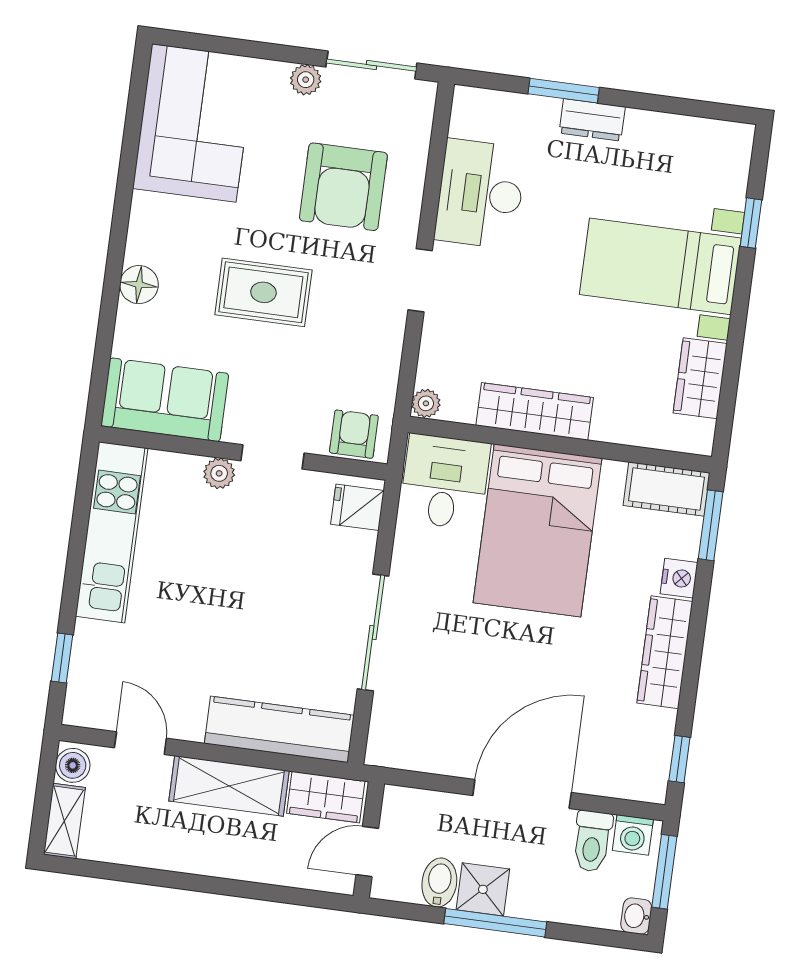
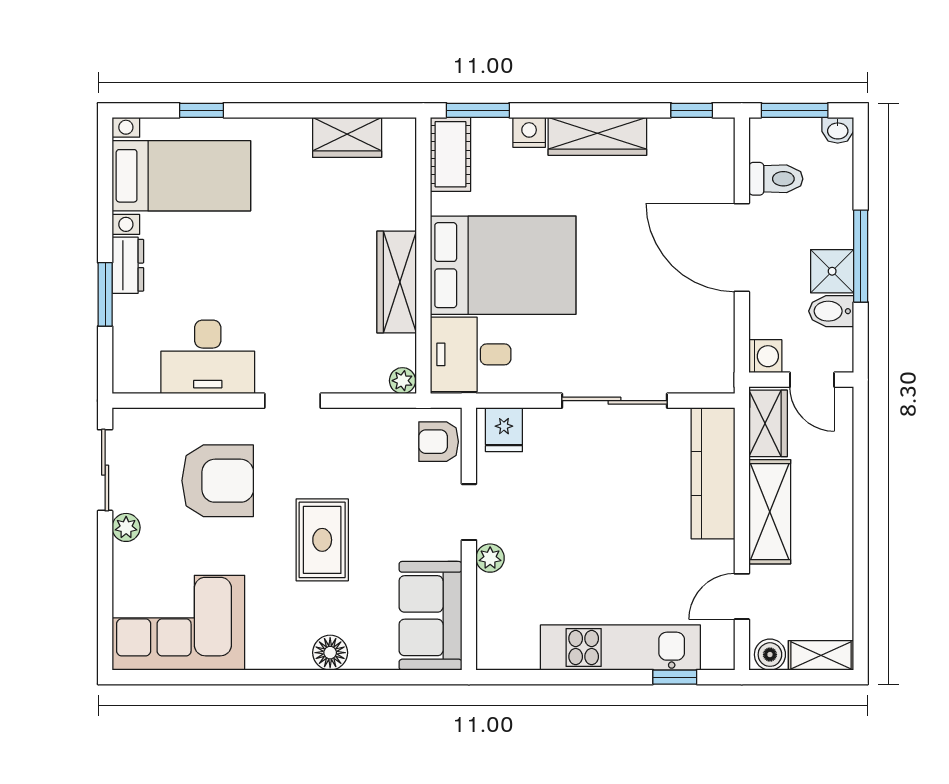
bed with nightstands: (660, 266) -> (181, 176), moved, turned -90
kitchen unit: (112, 532) -> (620, 648), moved
washing machine: (633, 835) -> (765, 356), moved

